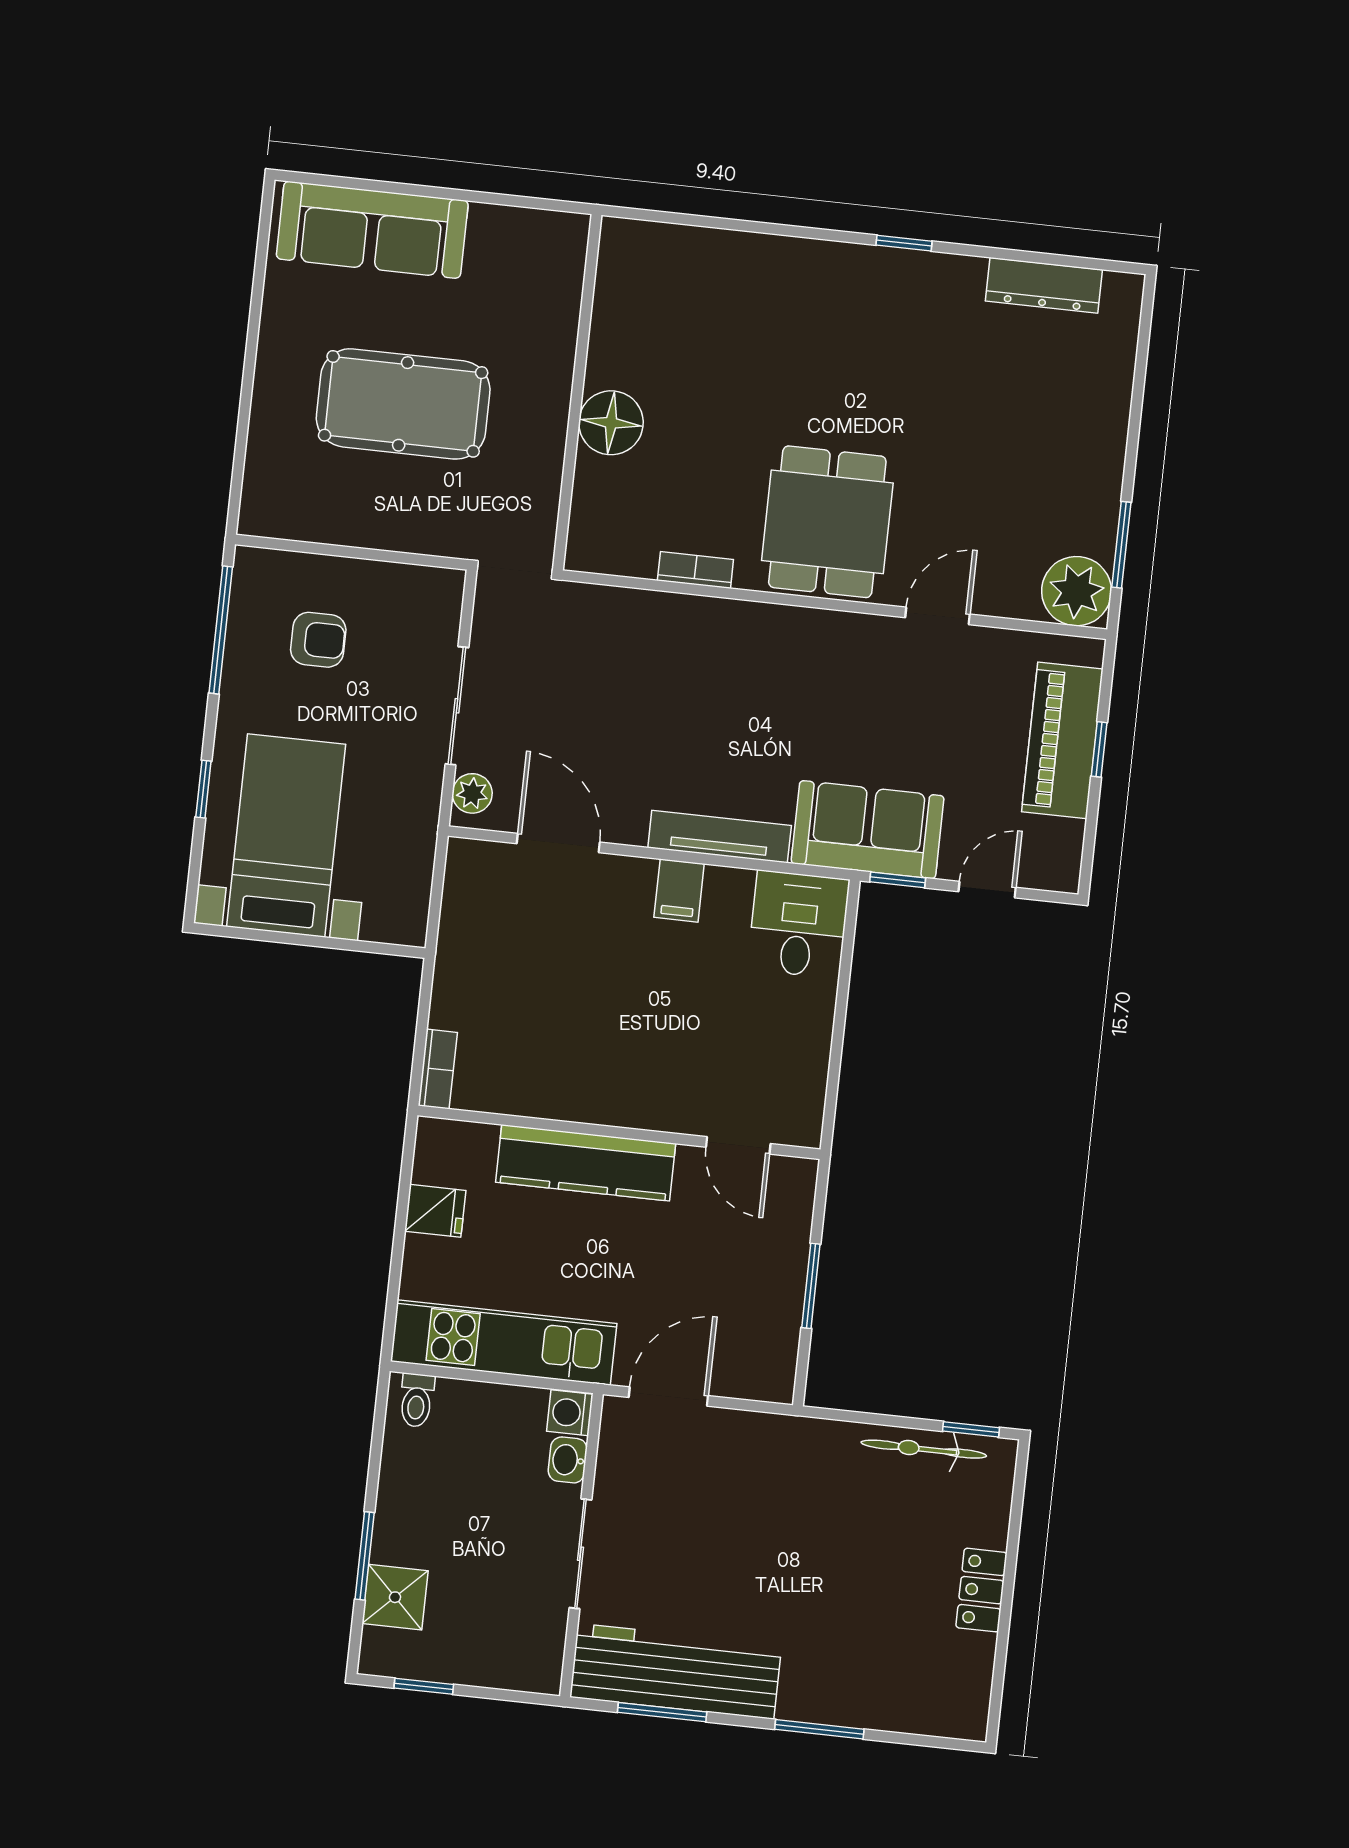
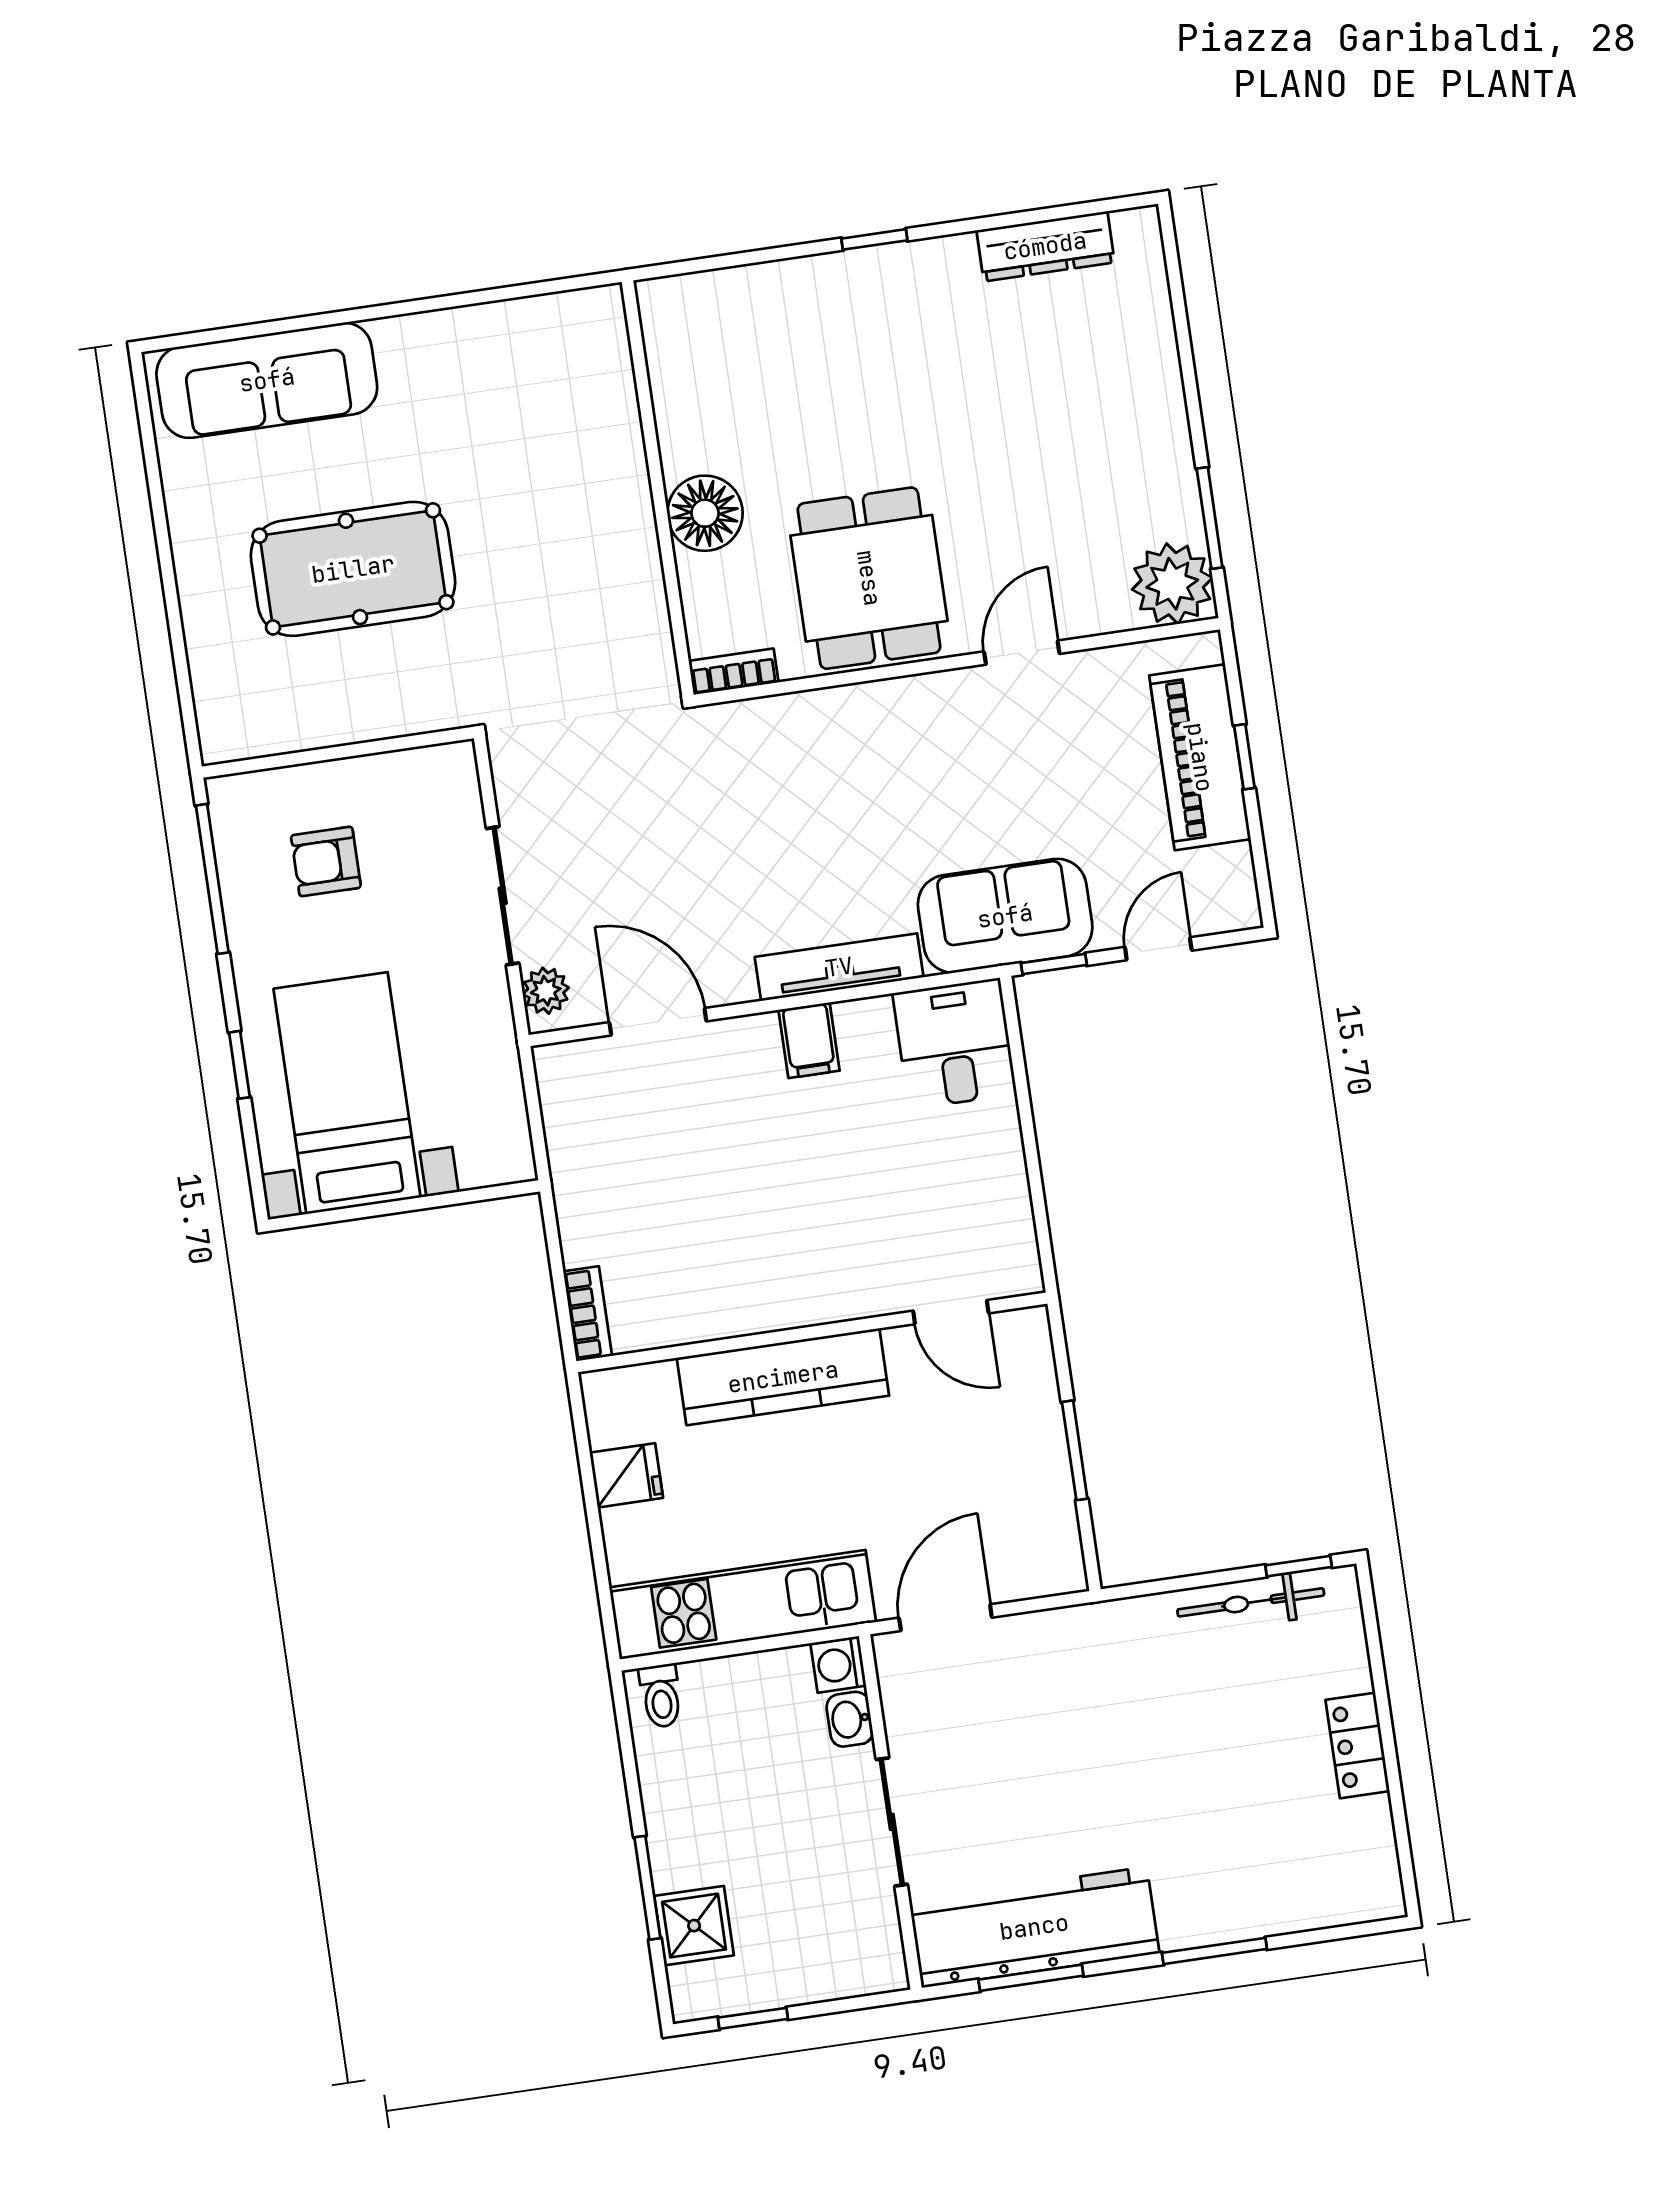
wall: (577, 392) -> (658, 488), moved
floor lamp: (611, 423) -> (705, 513), moved
armchair: (318, 640) -> (326, 861), turned 180

